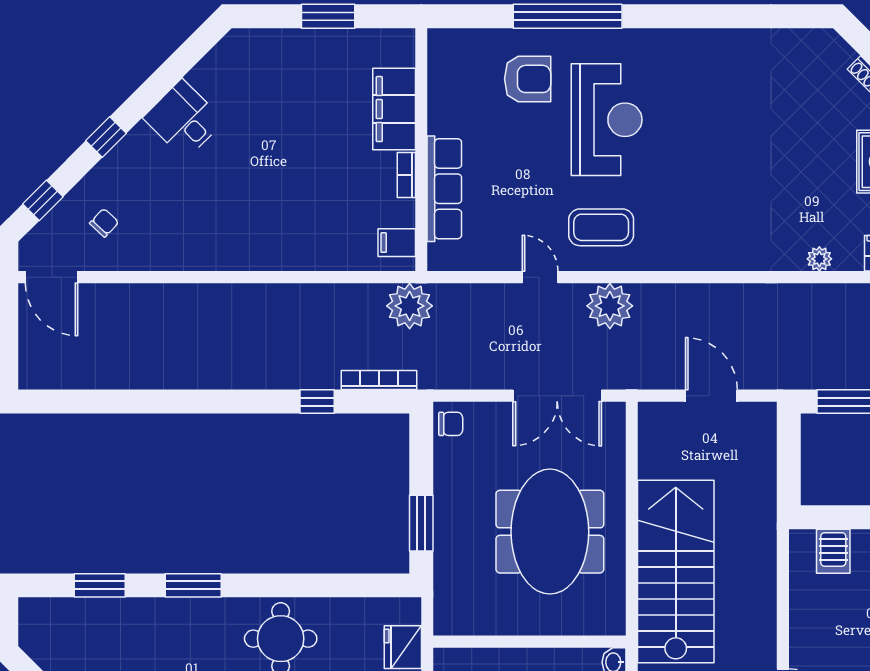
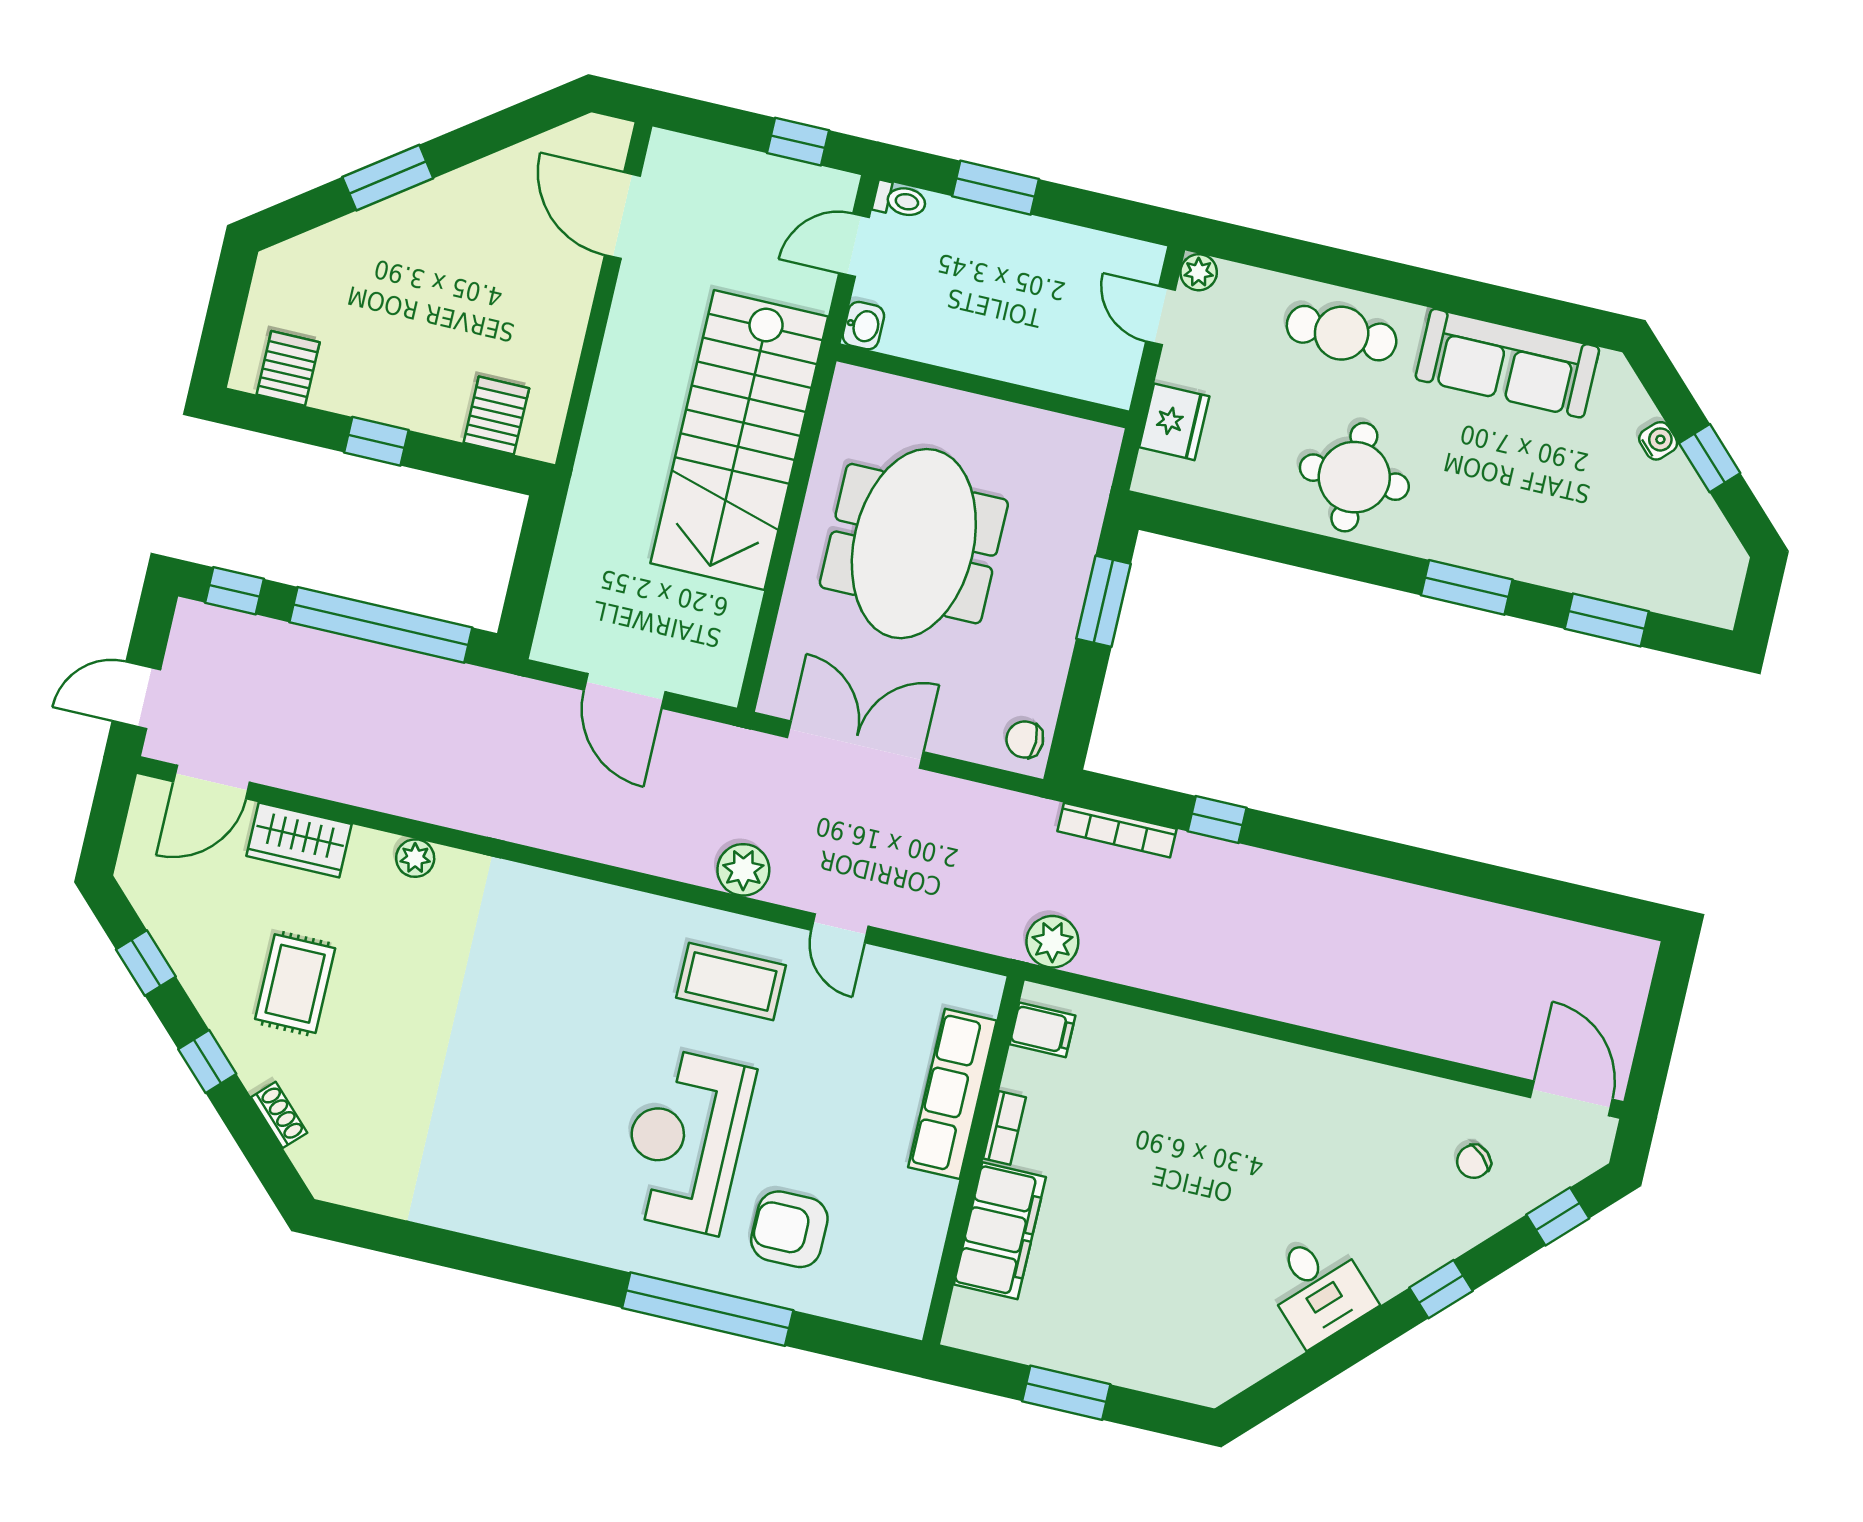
plant: (410, 306) -> (1052, 942), width x0.73, depth x0.73
plant: (610, 306) -> (743, 870), width x0.73, depth x0.73

